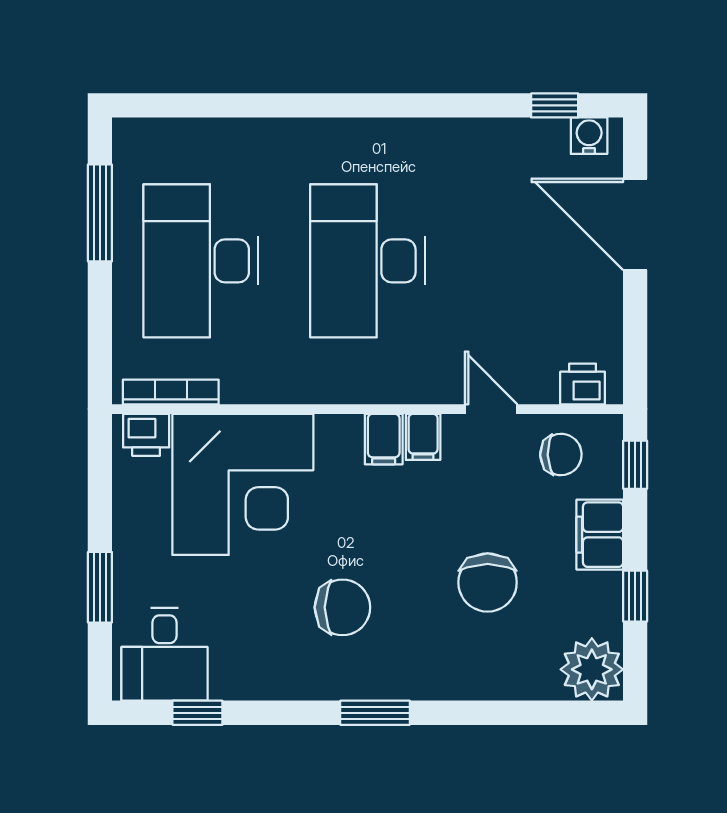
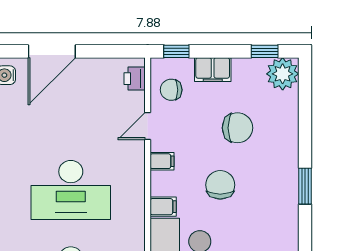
filing cabinet: (384, 439) -> (163, 207), moved
chair: (561, 454) -> (171, 90), turned -88
window: (635, 596) -> (265, 51), moved
chair: (342, 607) -> (220, 185), moved

